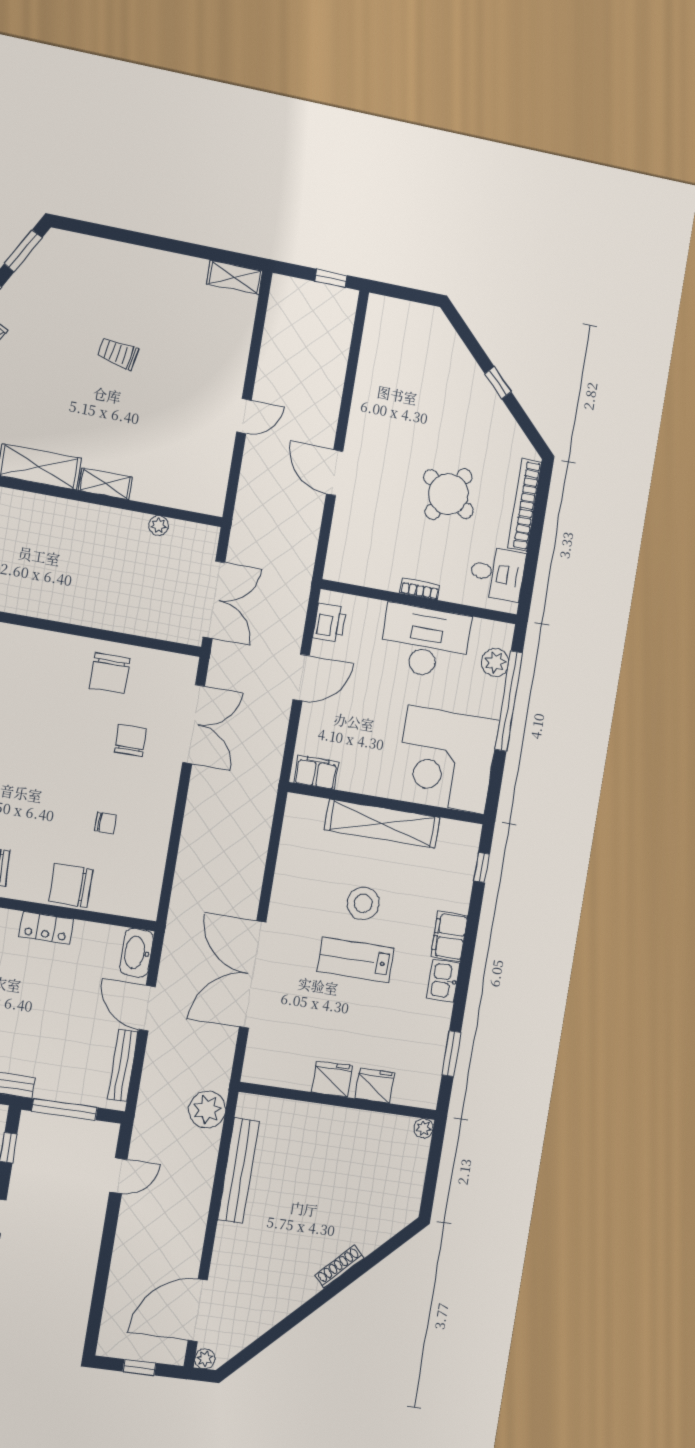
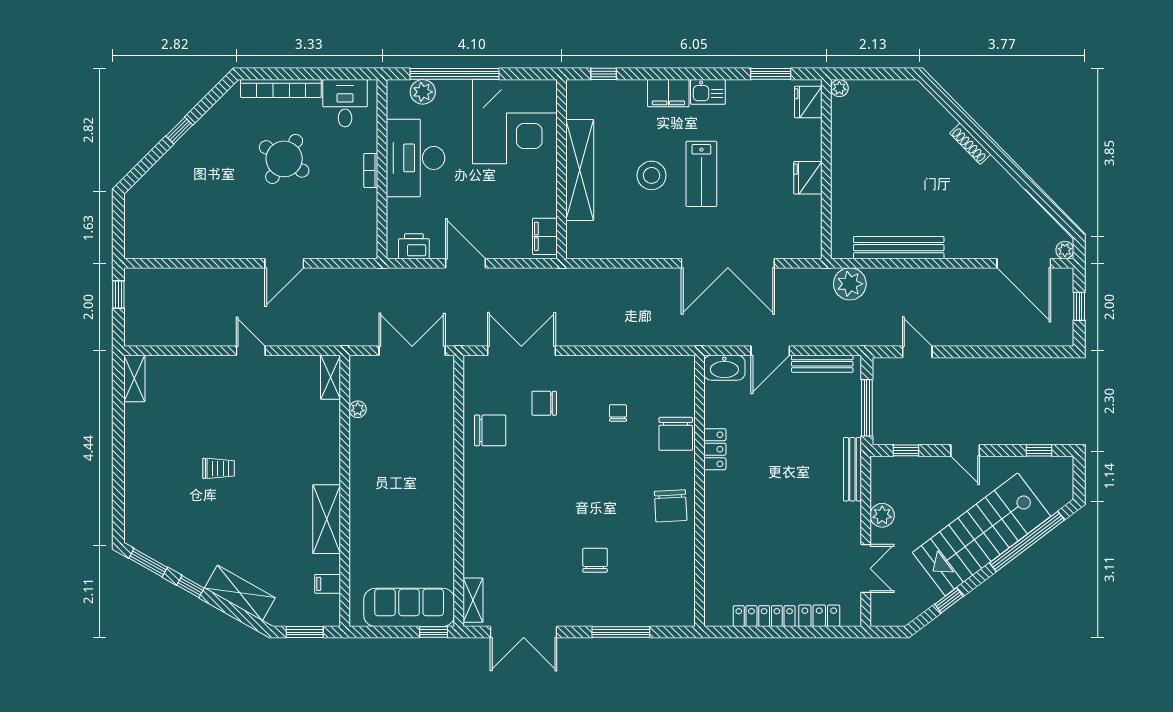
trolley: (118, 353) -> (218, 468), turned -100
shelving: (105, 484) -> (330, 377), moved
fridge: (375, 1086) -> (808, 102), moved

